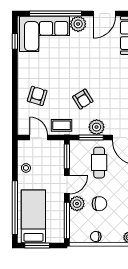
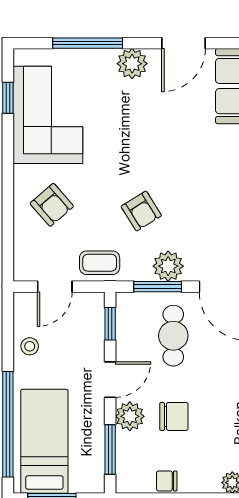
window: (55, 13) -> (88, 43), width x0.68
corner sofa: (44, 34) -> (48, 115), moved, turned -90
armchair: (37, 96) -> (52, 205), turned 122
door: (39, 138) -> (55, 287), swing flipped
window: (67, 156) -> (110, 324), width x0.67
window: (67, 220) -> (110, 449), width x0.69

